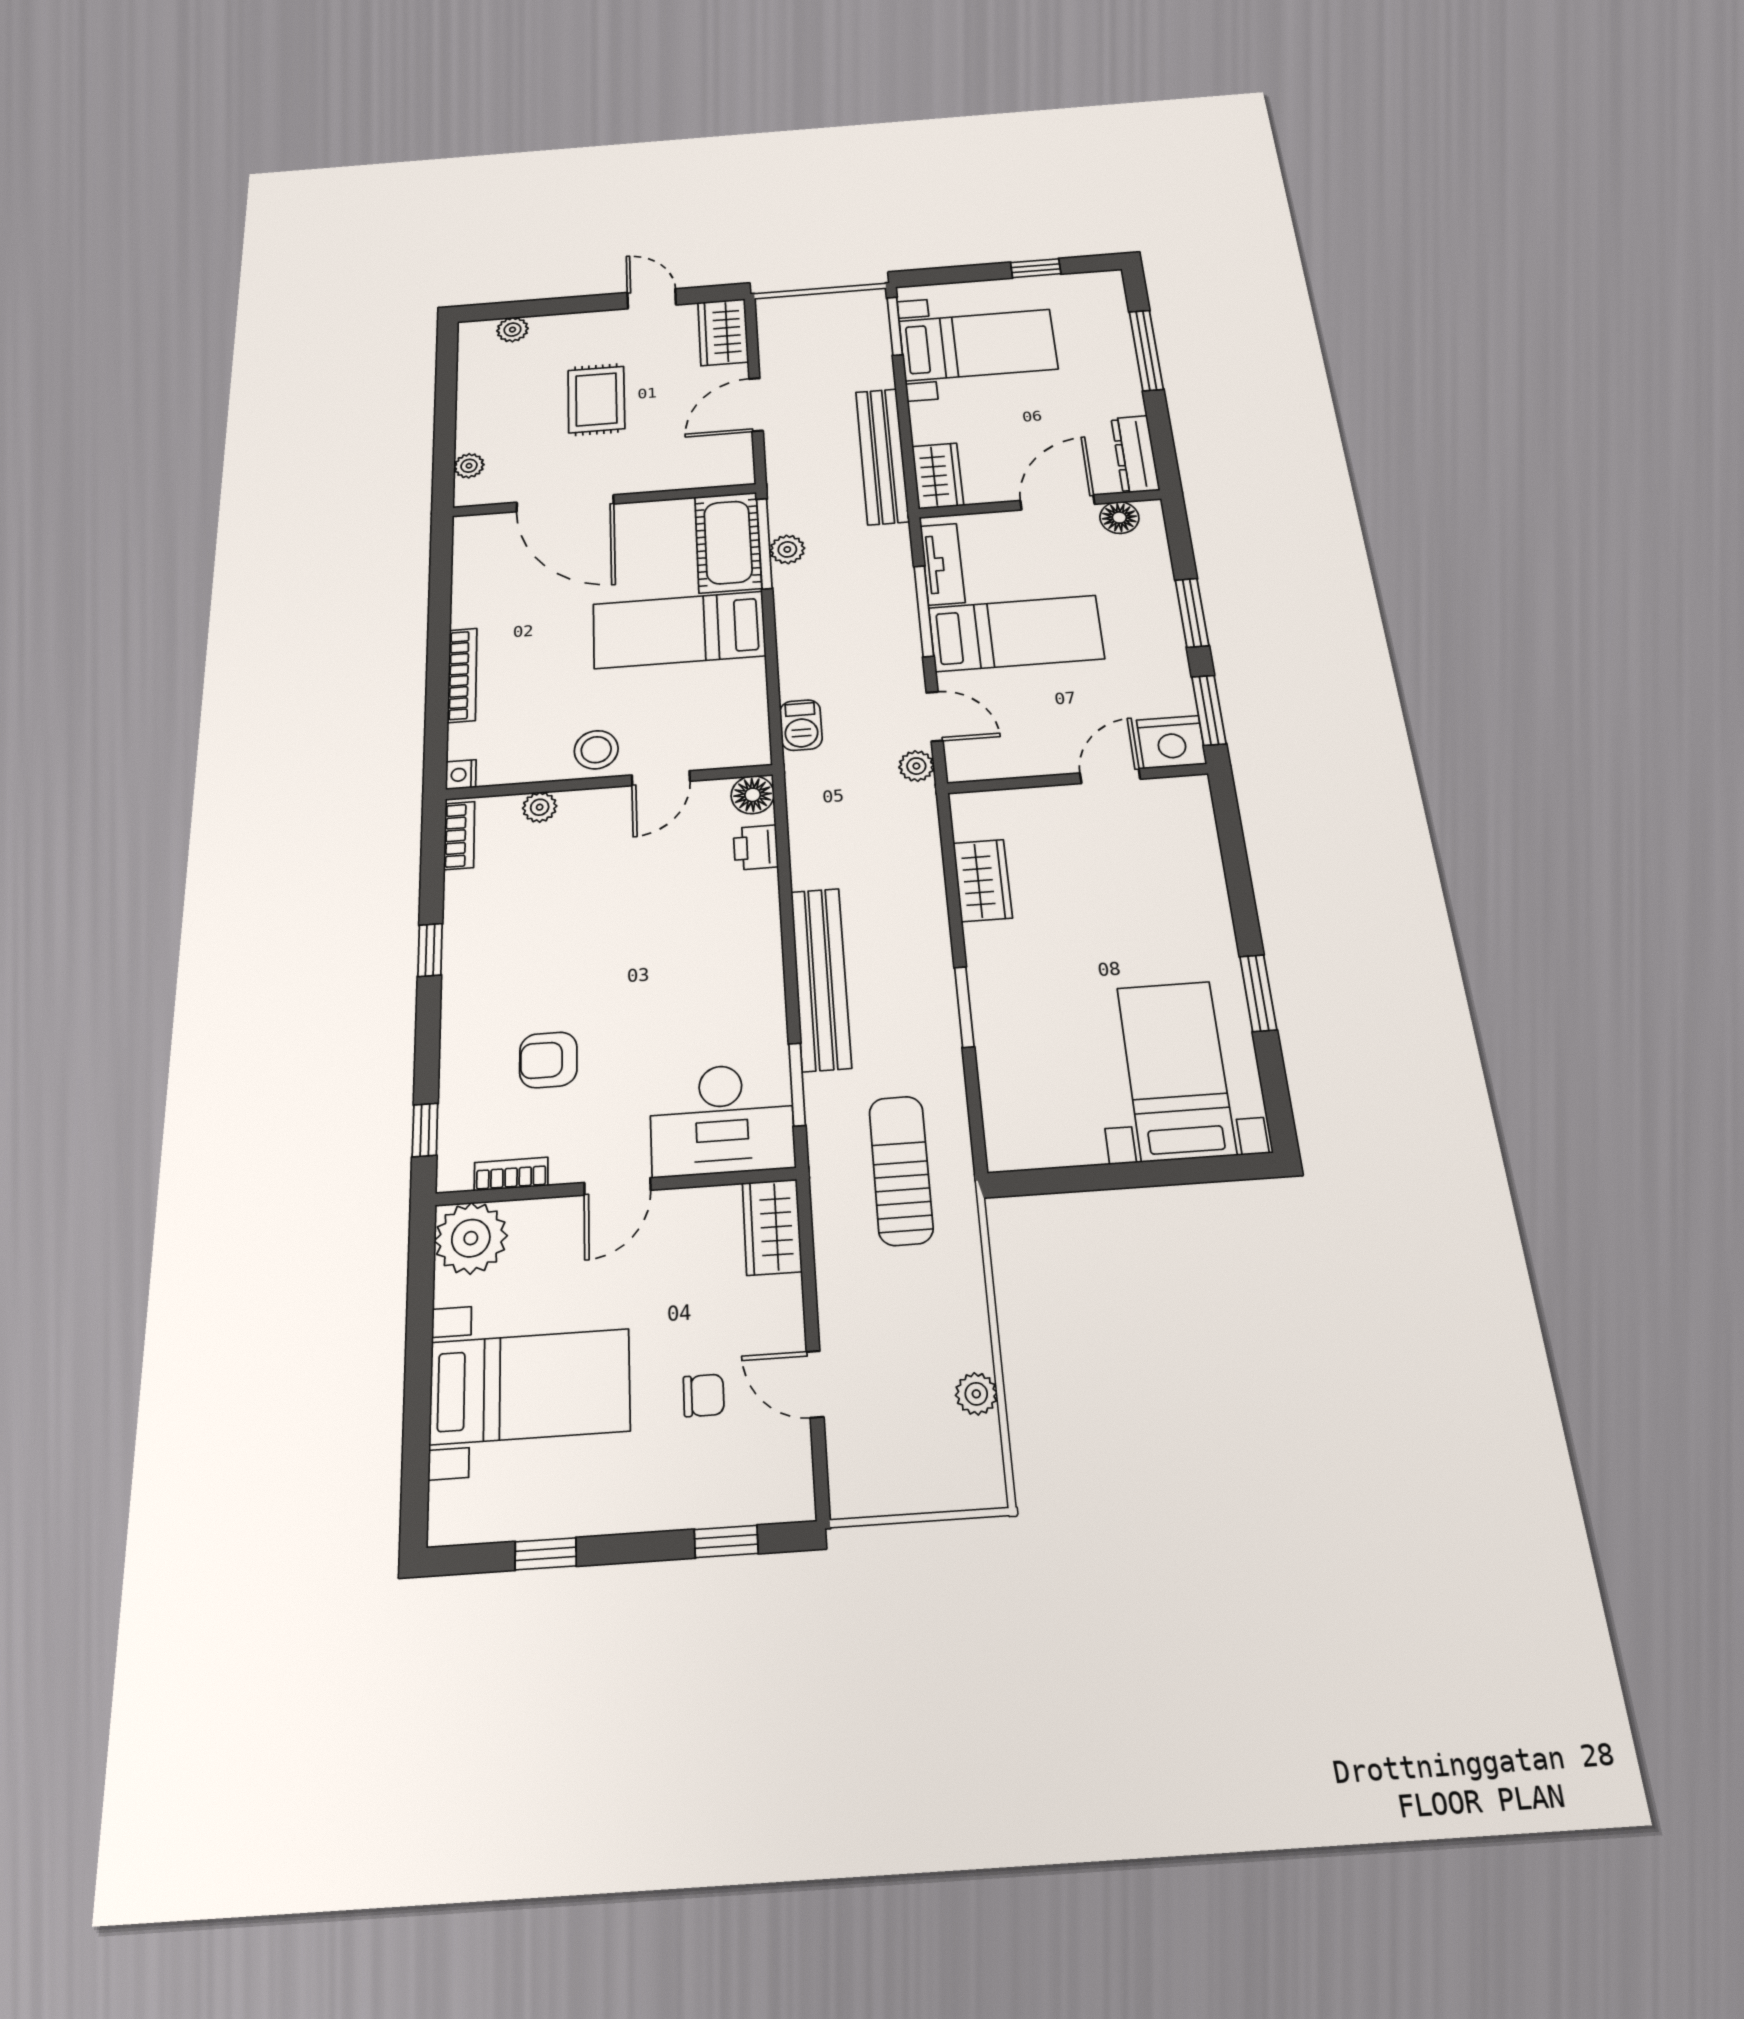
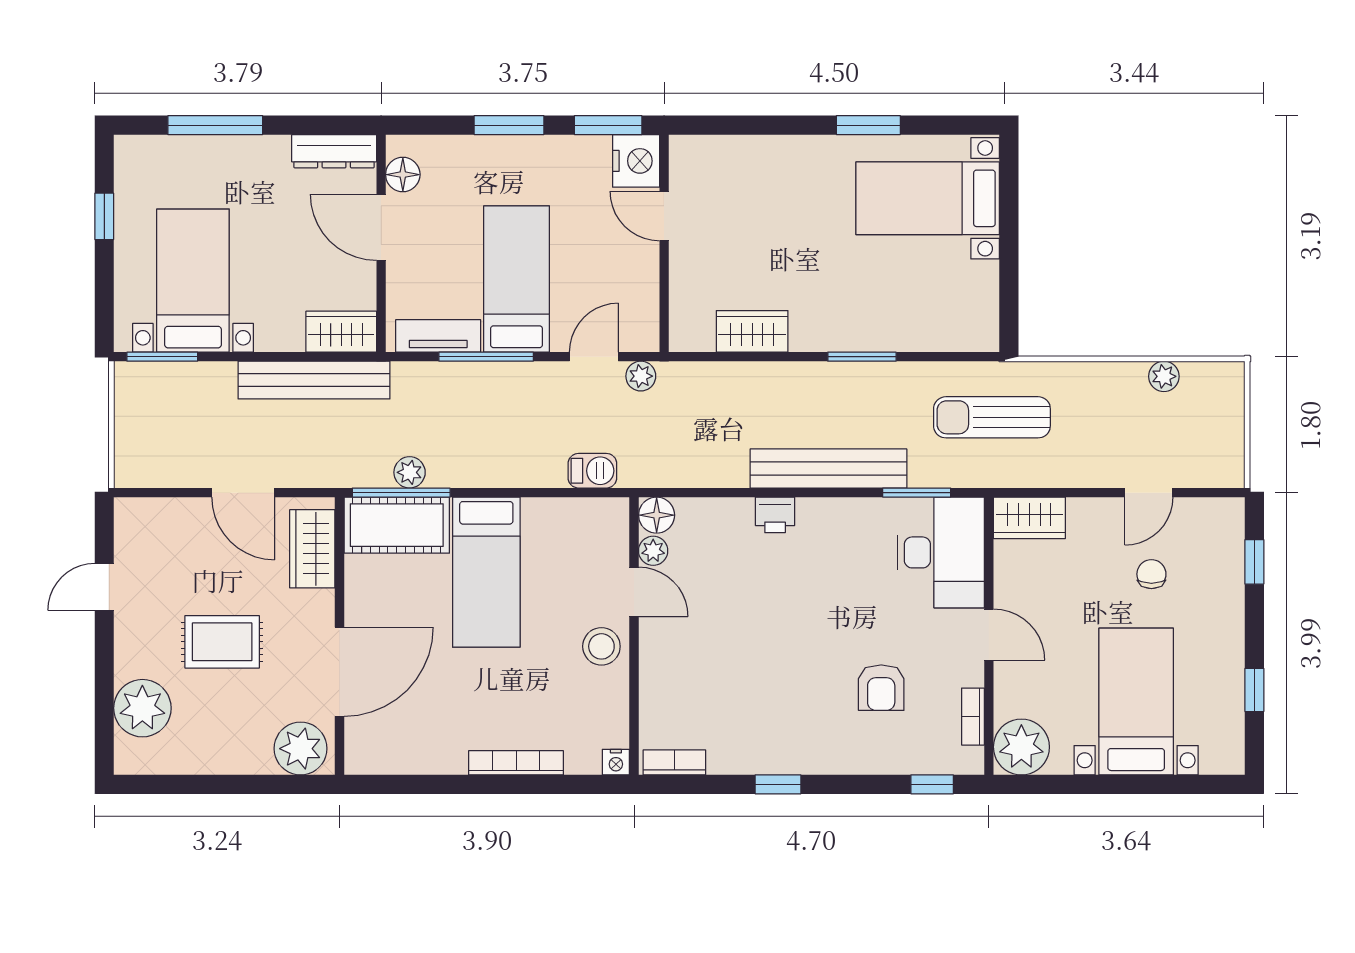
plant: (512, 330) -> (142, 708), width x1.87, depth x1.87
wardrobe: (723, 332) -> (312, 549), moved, turned 90
plant: (469, 466) -> (301, 749), width x1.88, depth x1.88
plant: (540, 807) -> (653, 551), moved
printer: (756, 847) -> (775, 515), moved

